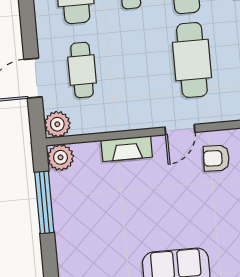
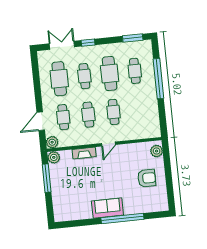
cafe table: (192, 60) -> (114, 112), width x0.73, depth x0.74
cafe table: (137, 65) -> (88, 115), added
armchair: (216, 158) -> (125, 157), removed

